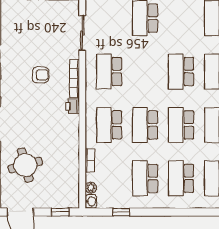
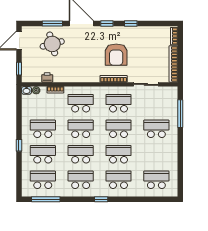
school desk: (145, 72) -> (118, 129), added
armchair: (40, 75) -> (116, 55), width x1.88, depth x1.88
printer: (73, 106) -> (47, 77), moved
window: (121, 212) -> (19, 145), moved

